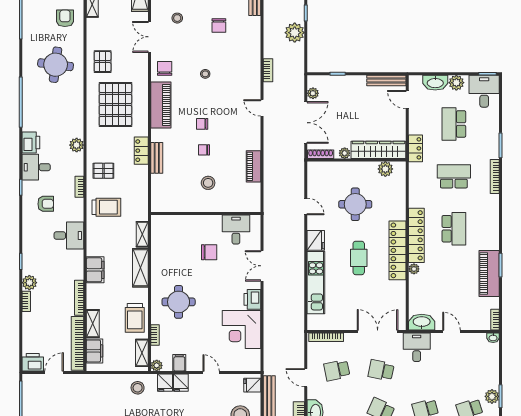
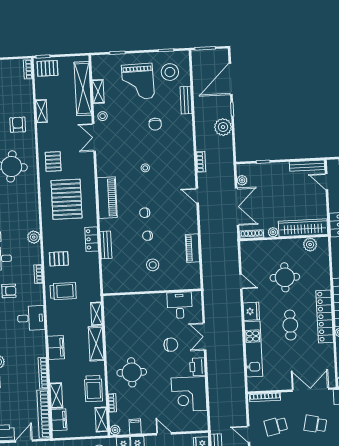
stool: (177, 18) -> (103, 116), moved
chair: (165, 68) -> (109, 165), removed
chair: (209, 252) -> (171, 345), moved

